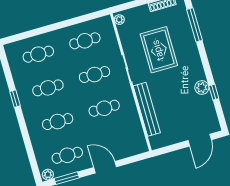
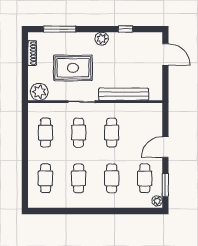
plant: (119, 20) -> (39, 92), width x1.88, depth x1.88
plant: (202, 88) -> (102, 39), moved
window: (15, 99) -> (80, 211), removed

